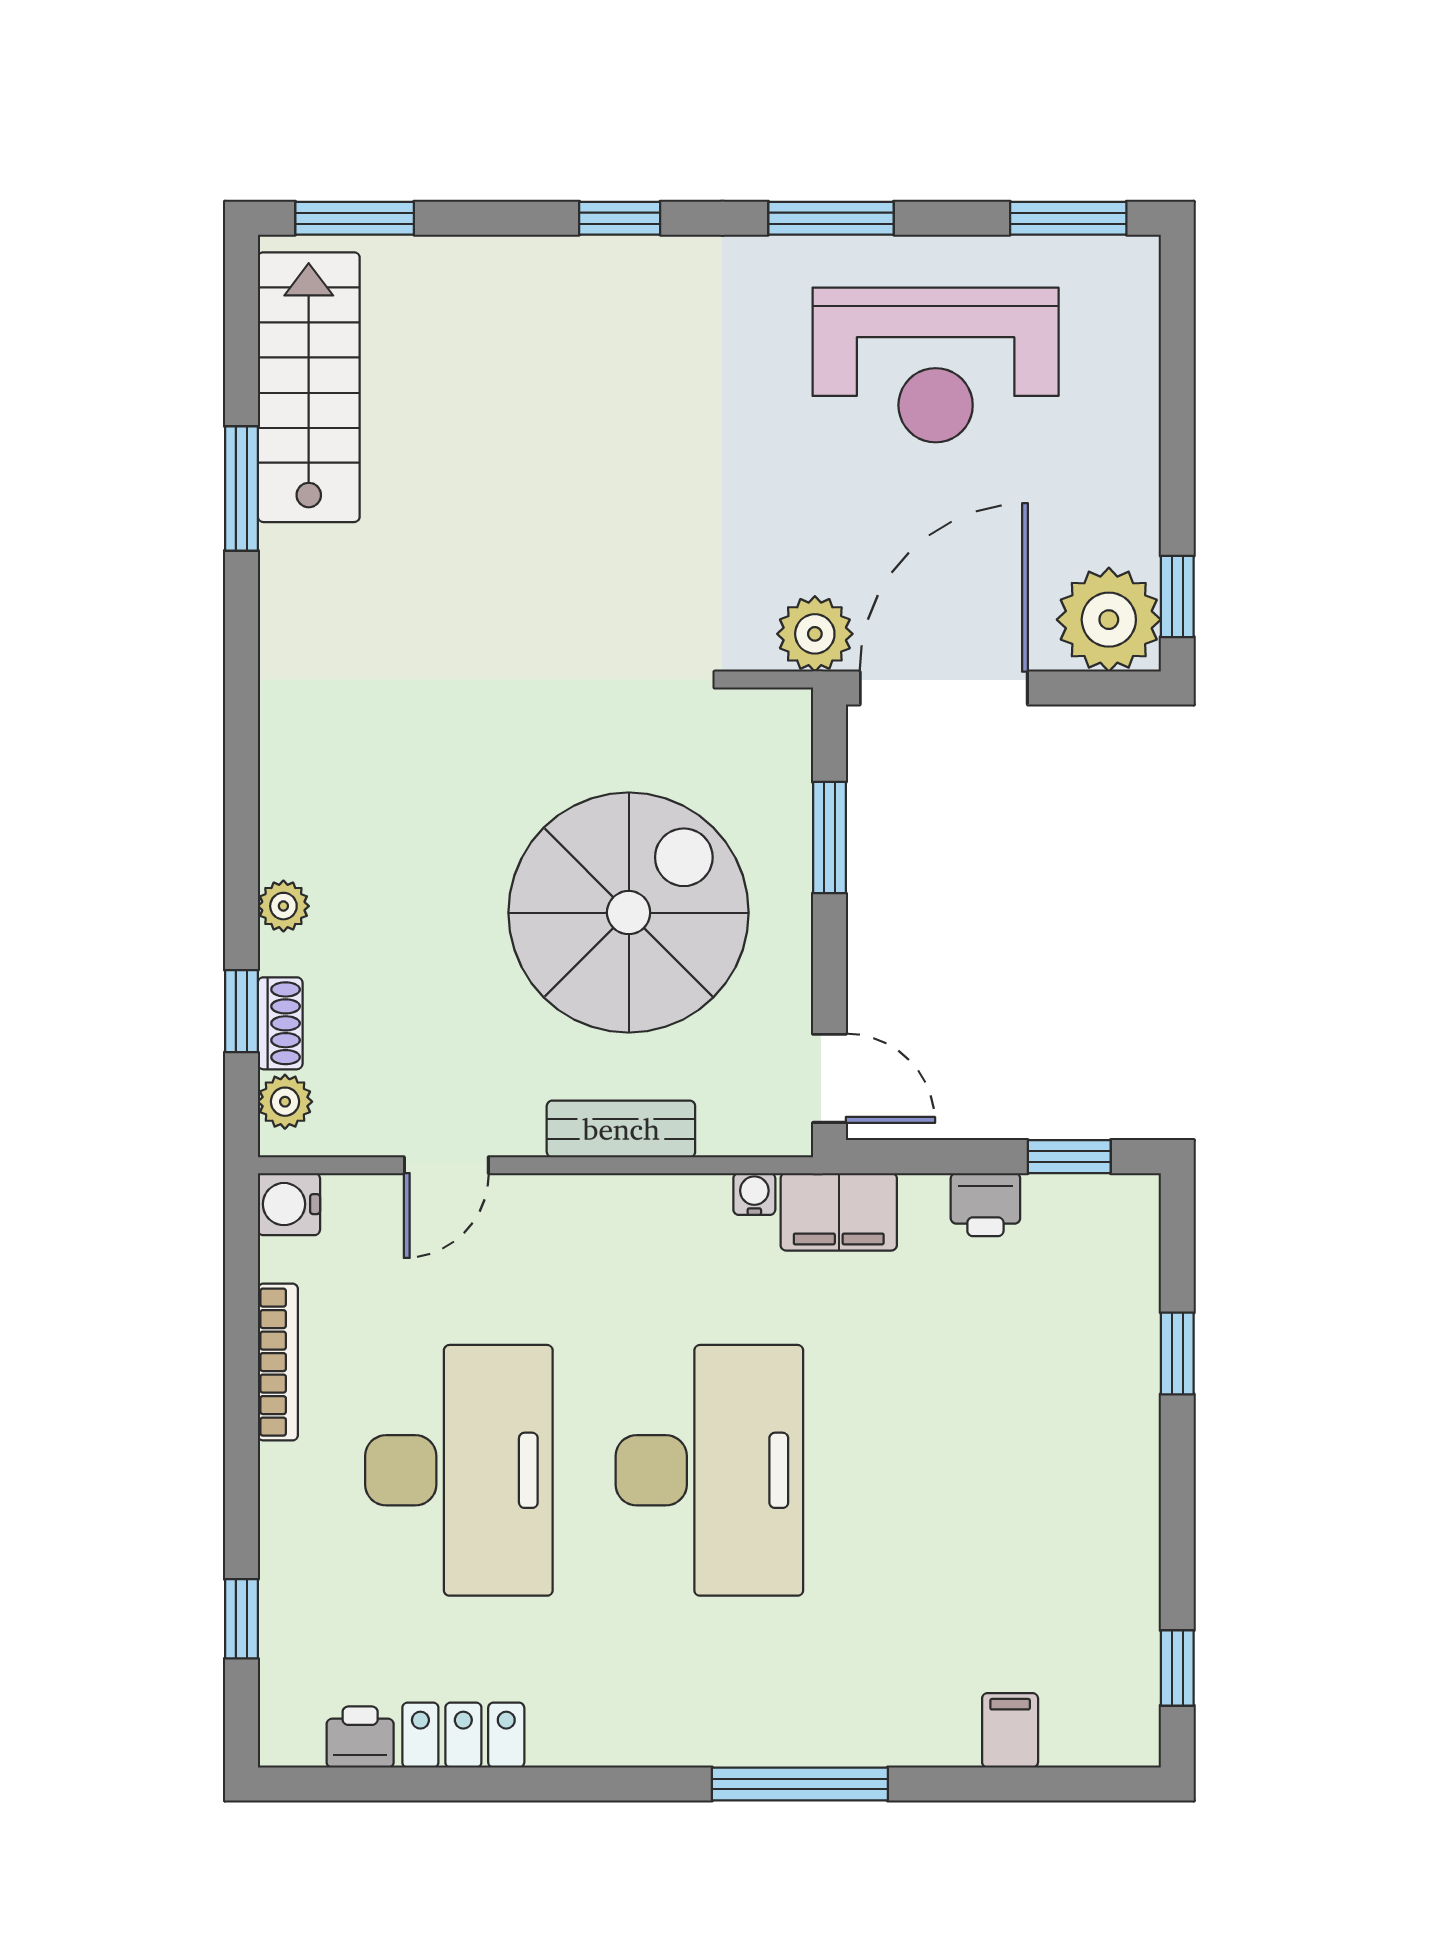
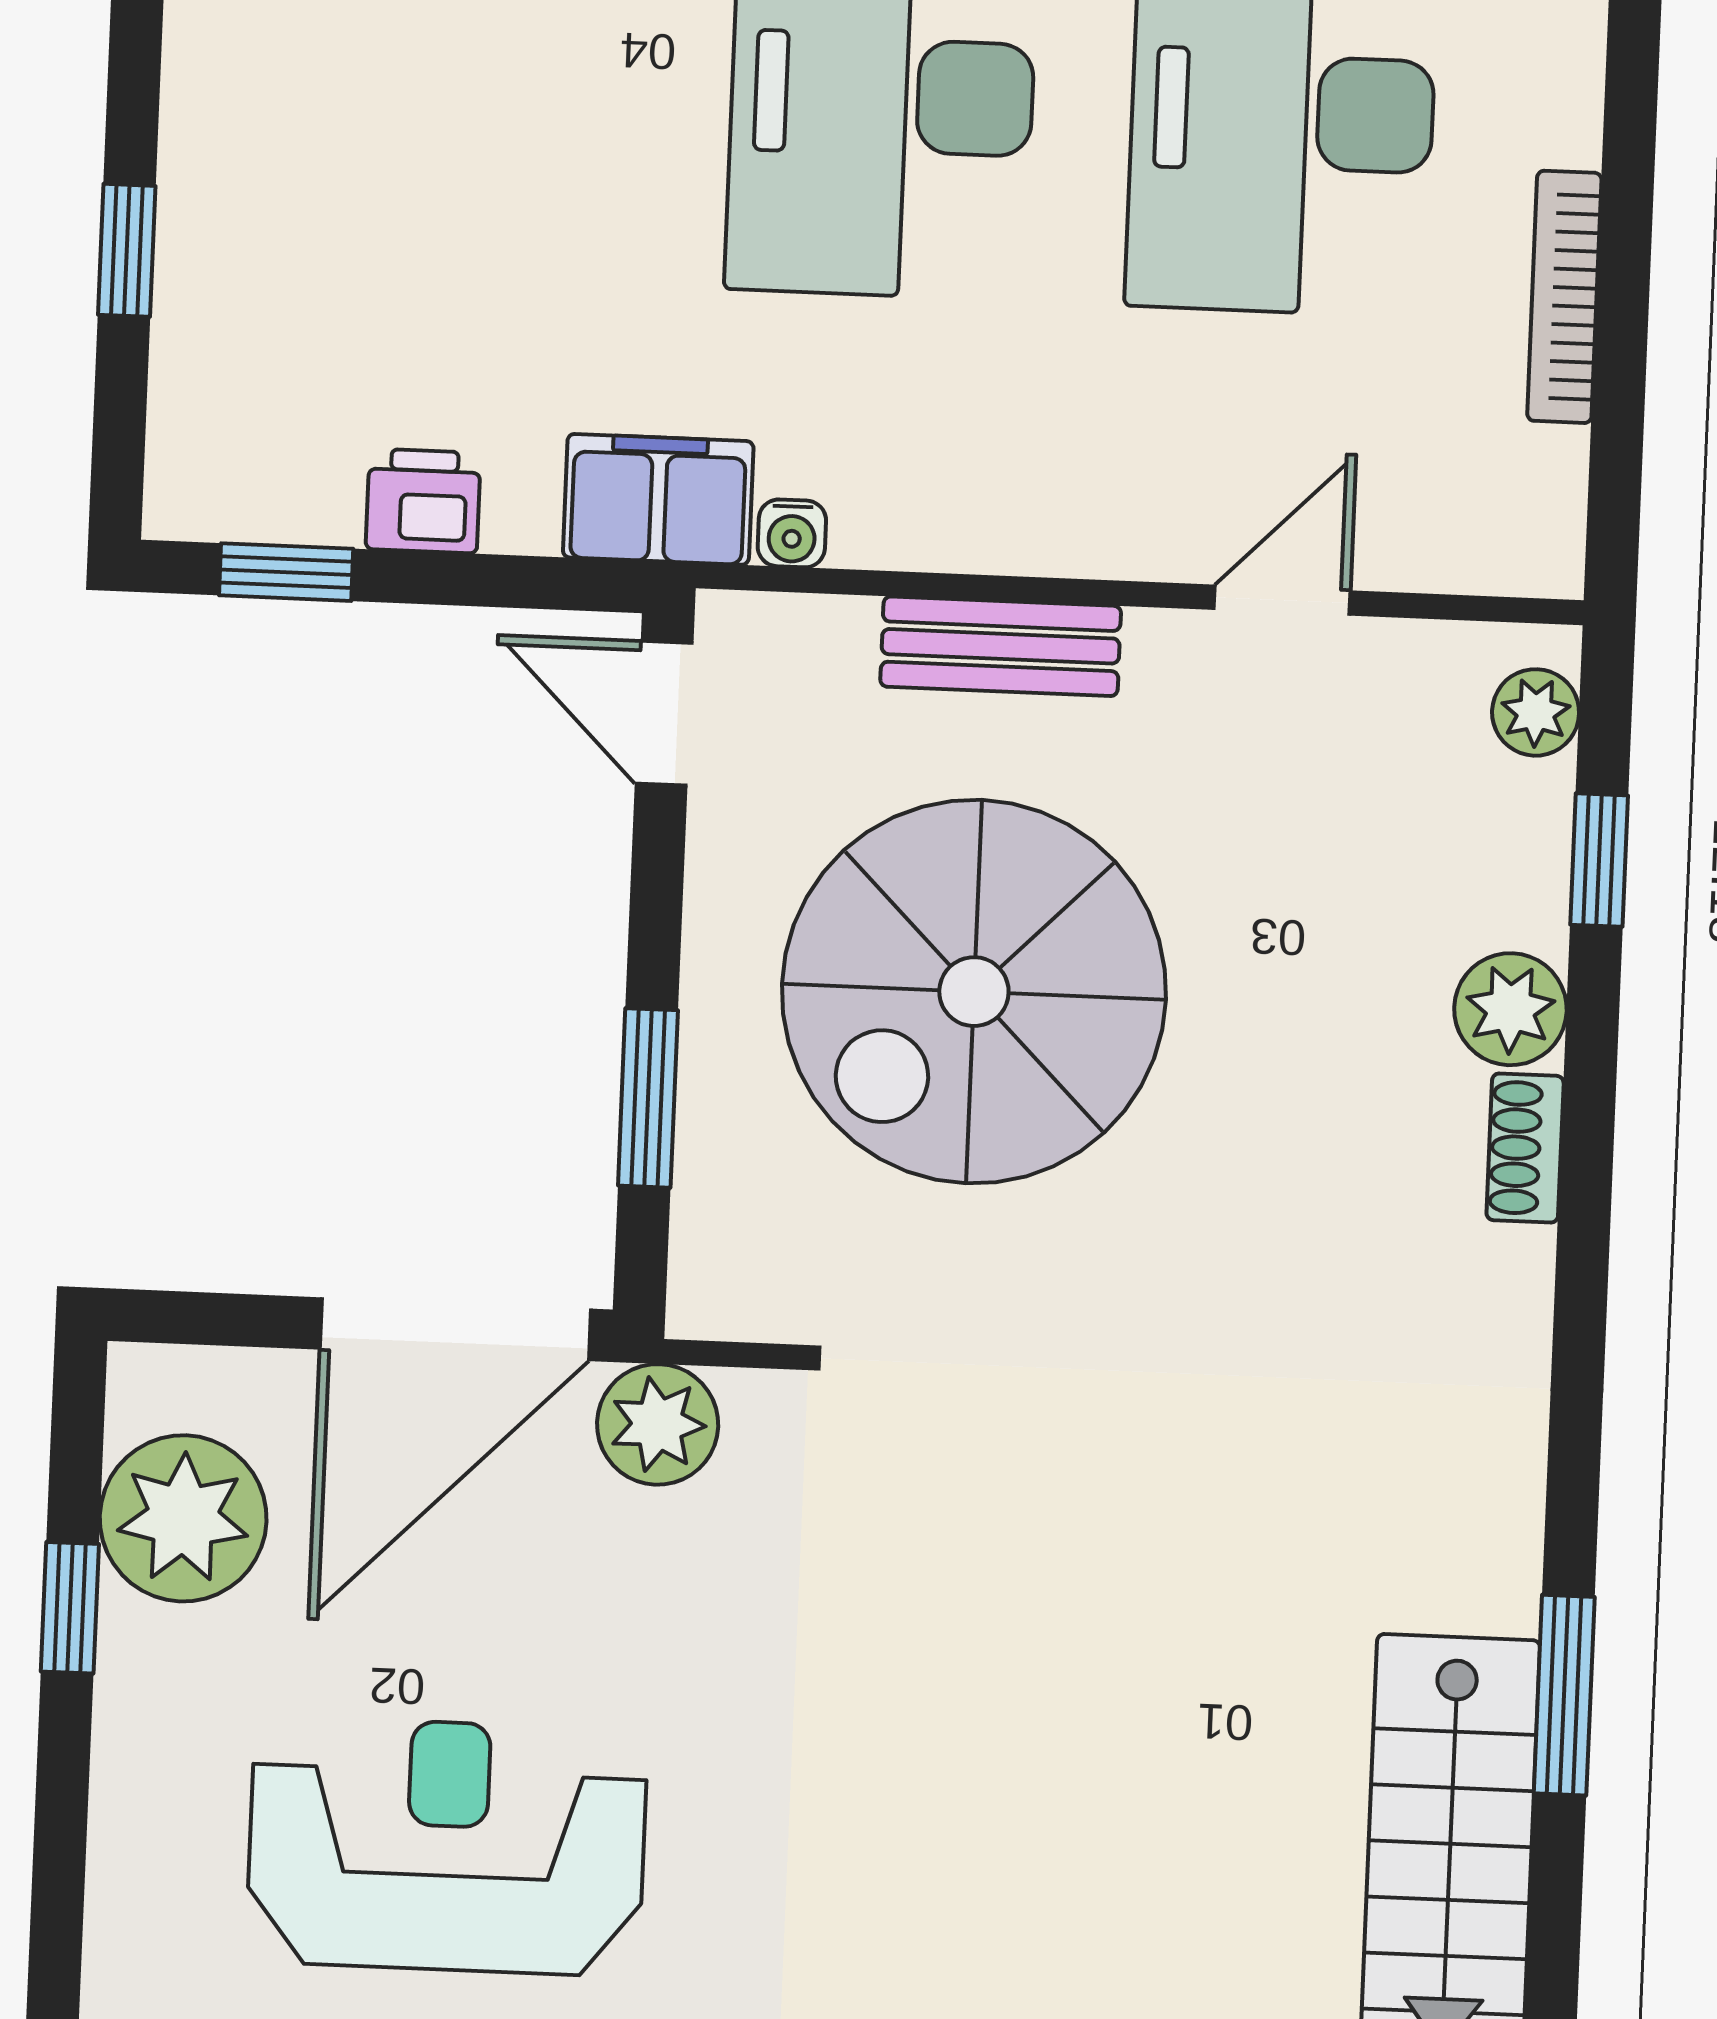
window: (1177, 596) -> (70, 1608), moved
plant: (1109, 620) -> (183, 1518), moved
plant: (283, 906) -> (1510, 1009), width x1.38, depth x1.38
shoe rack: (280, 1023) -> (1525, 1148), moved
water cooler: (289, 1204) -> (1536, 548), removed

